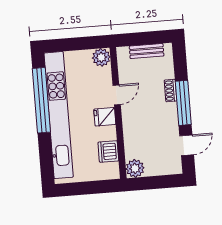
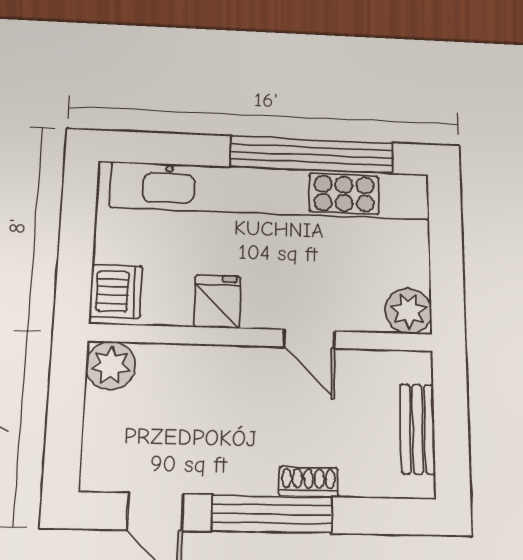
fridge: (105, 117) -> (217, 302), moved
dishwasher: (108, 151) -> (116, 291), moved, turned 90

